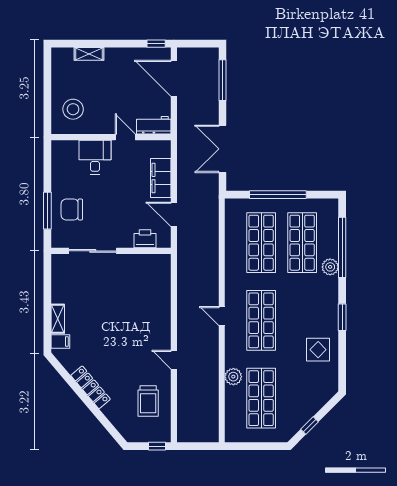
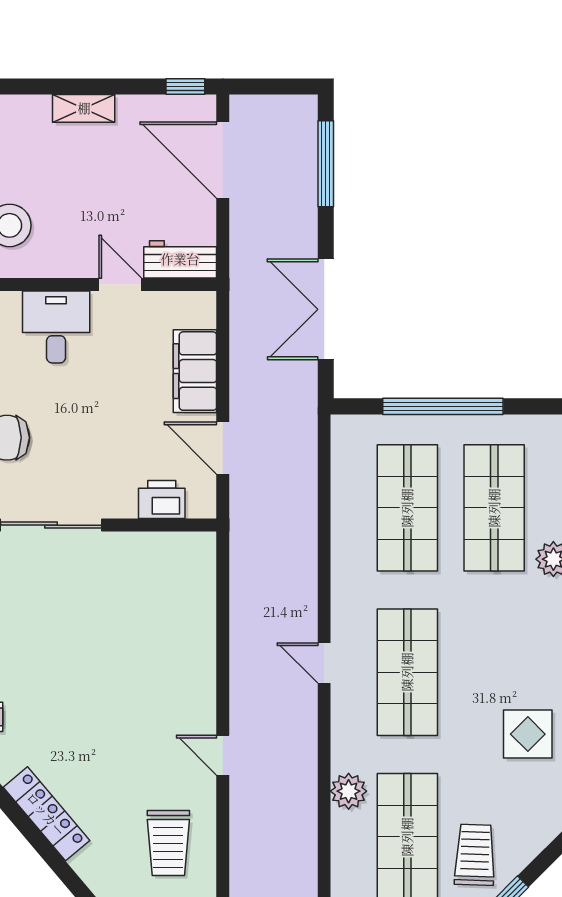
shelving: (89, 54) -> (84, 108), moved
trolley: (293, 407) -> (475, 855), added

